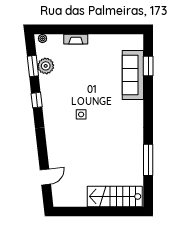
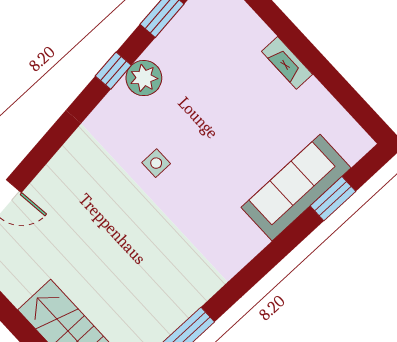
fireplace: (76, 39) -> (287, 63), moved
plant: (46, 66) -> (144, 78), moved

